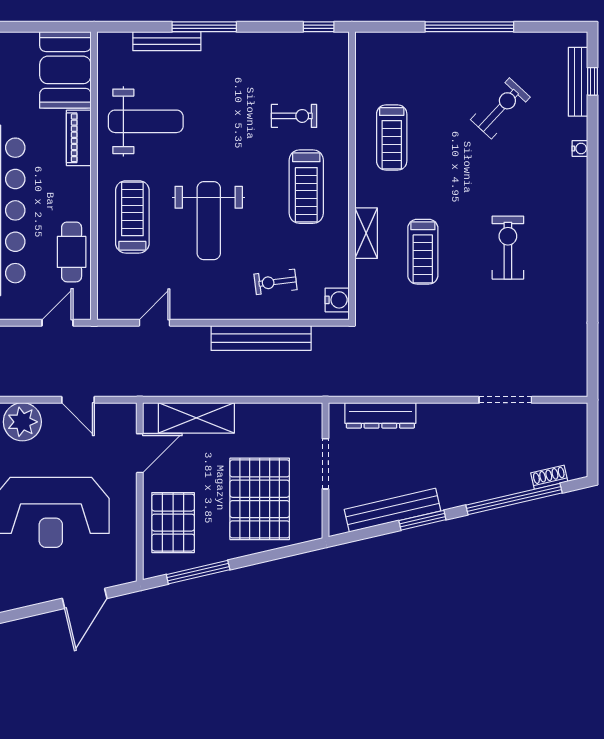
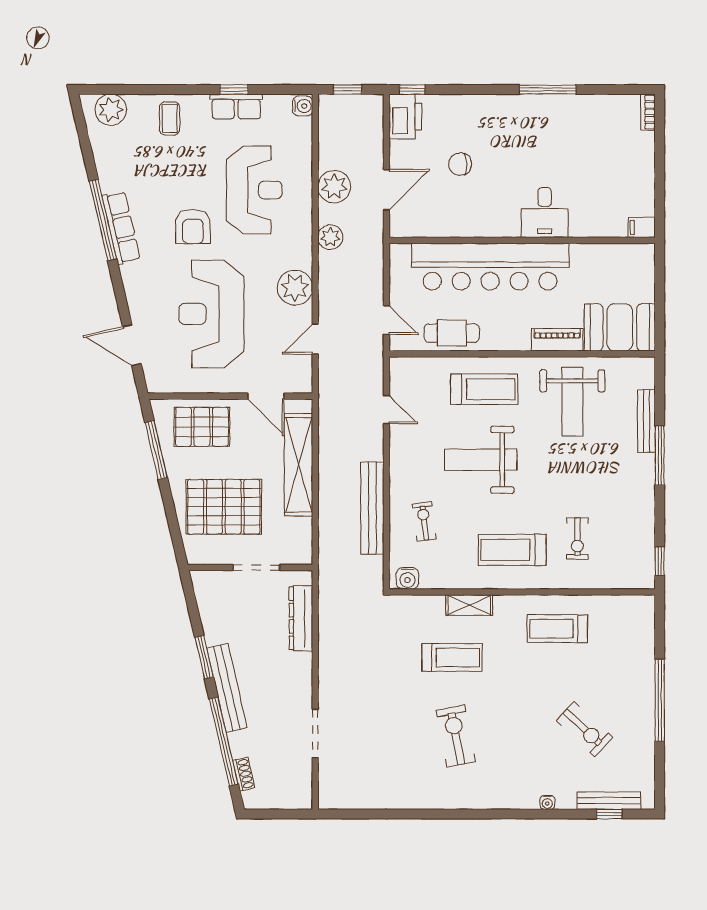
exercise bike: (508, 248) -> (456, 736), turned -101
treadmill: (423, 252) -> (452, 657), turned 180
shelving: (196, 418) -> (299, 465), width x1.47
bench: (392, 510) -> (227, 688), moved

